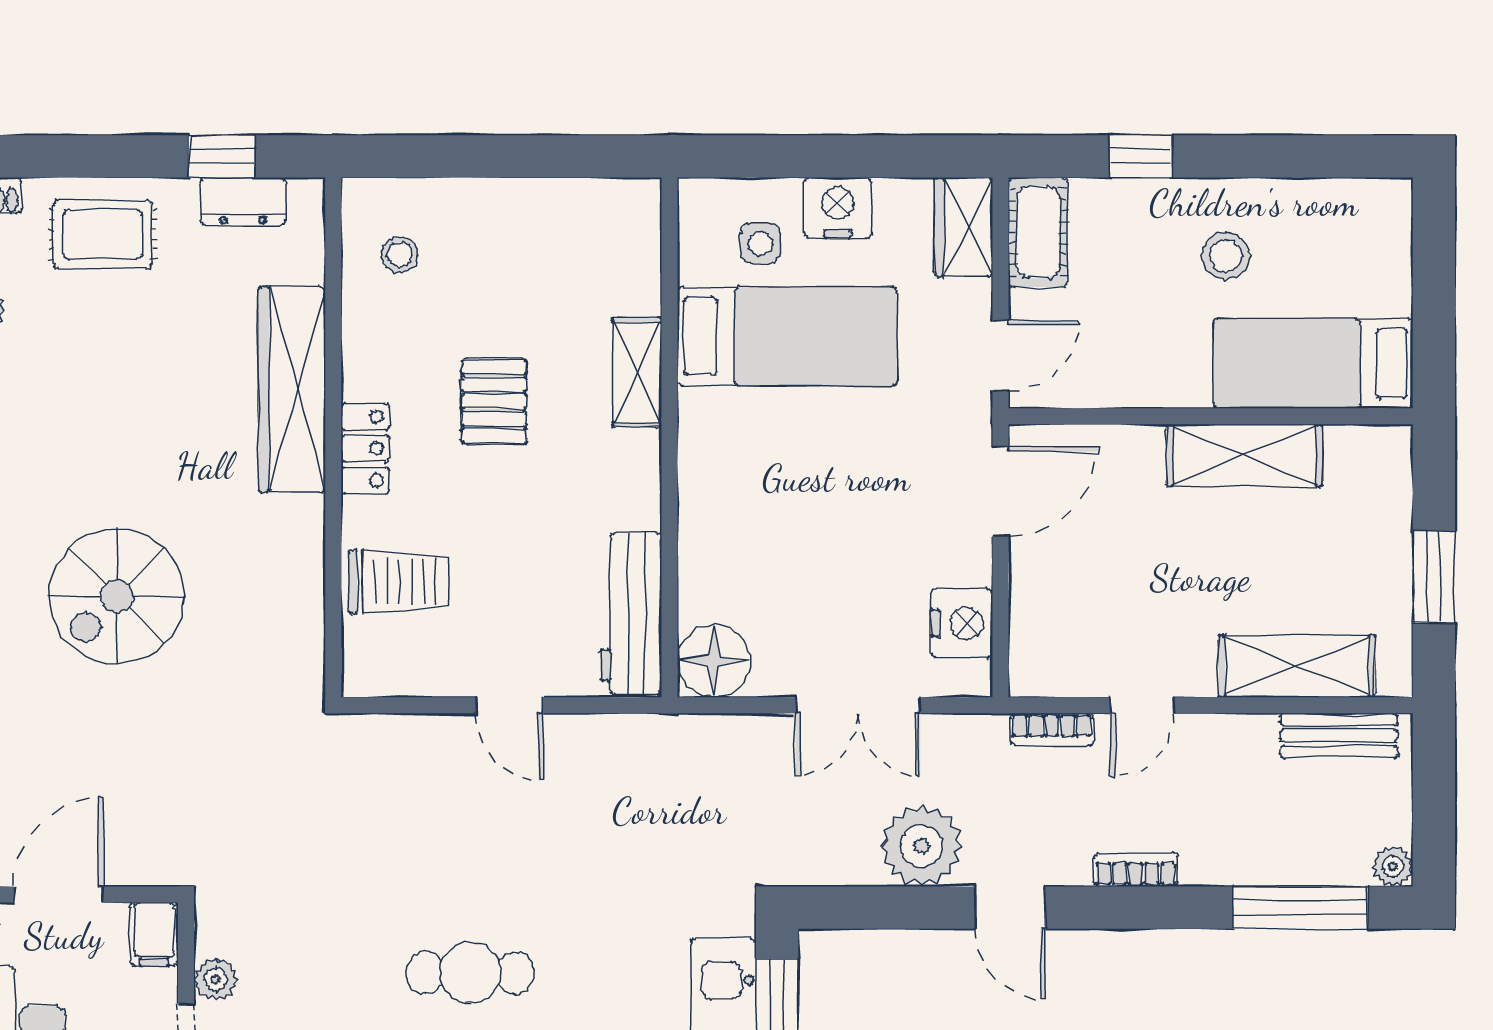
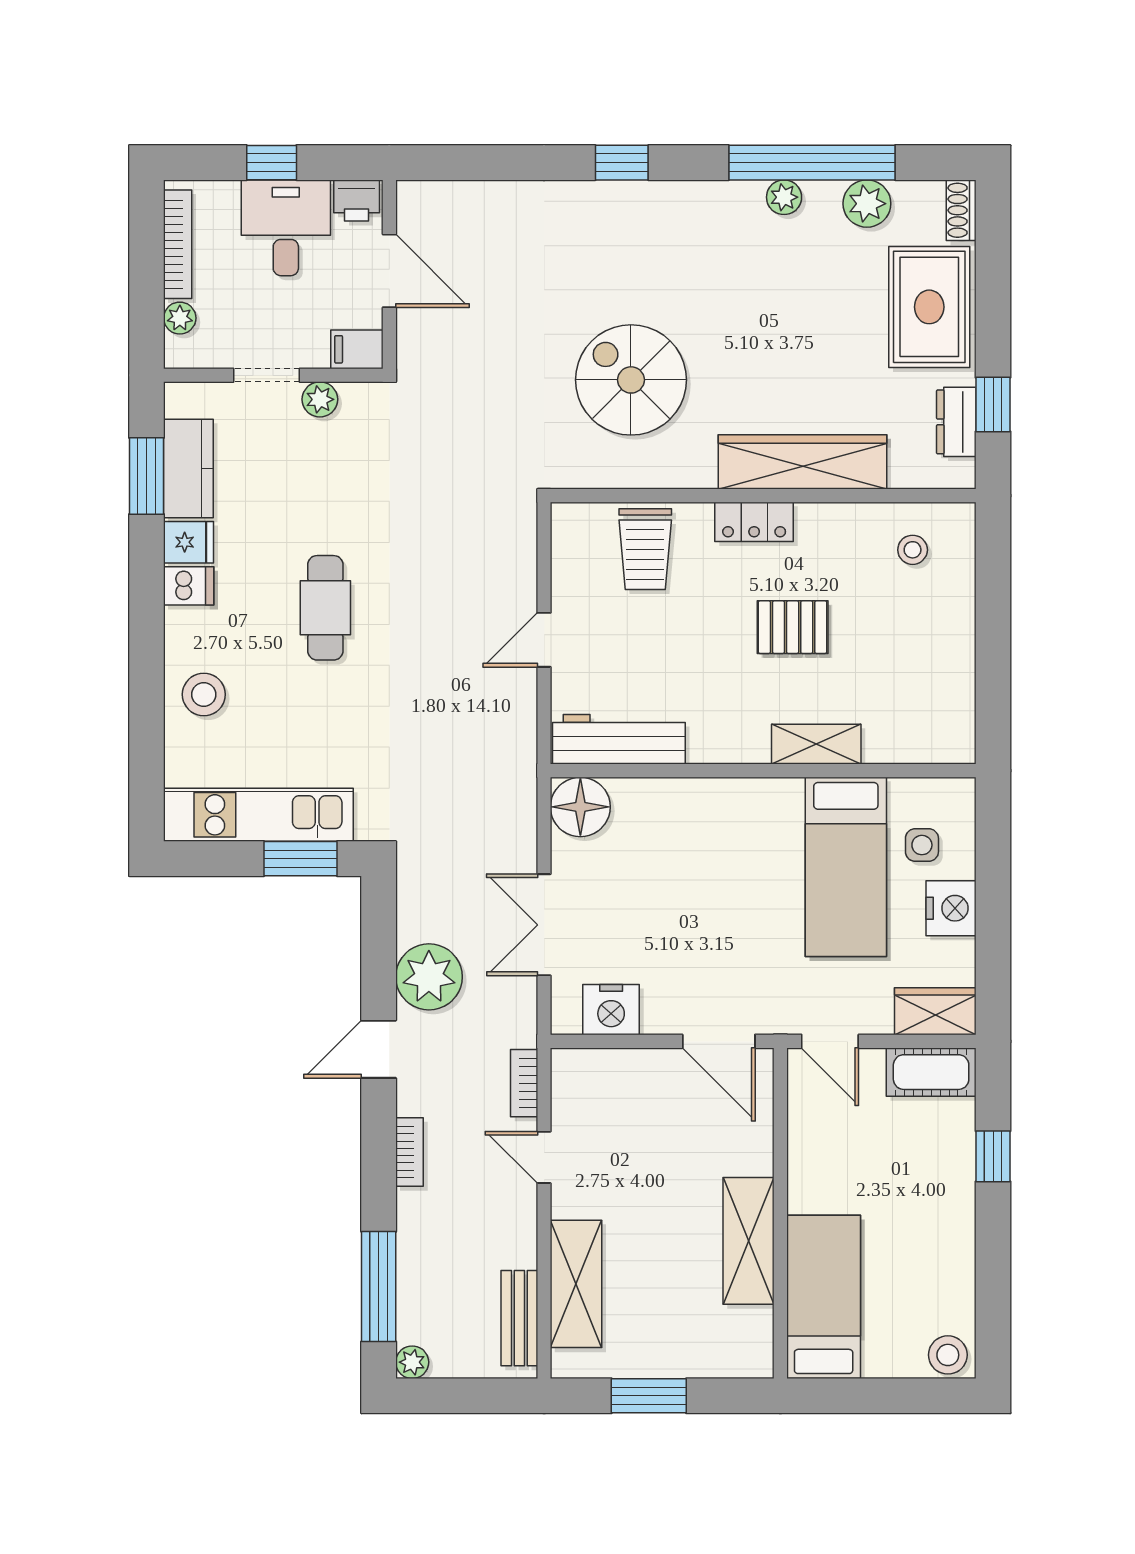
rug: (103, 234) -> (929, 307), width x1.36, depth x1.43
stool: (1226, 256) -> (948, 1355), moved
spiral stairs: (117, 596) -> (631, 380), moved

